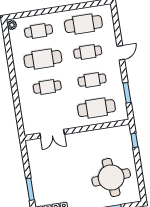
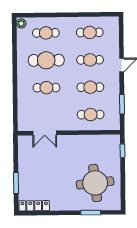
cafe table: (83, 24) -> (90, 32), width x0.73, depth x0.74
cafe table: (96, 108) -> (91, 115), width x0.73, depth x0.74

